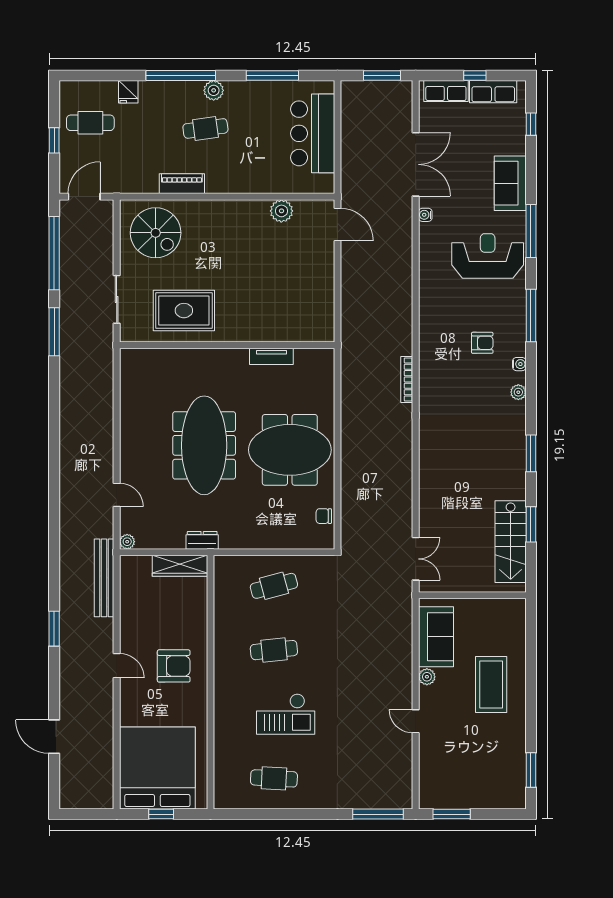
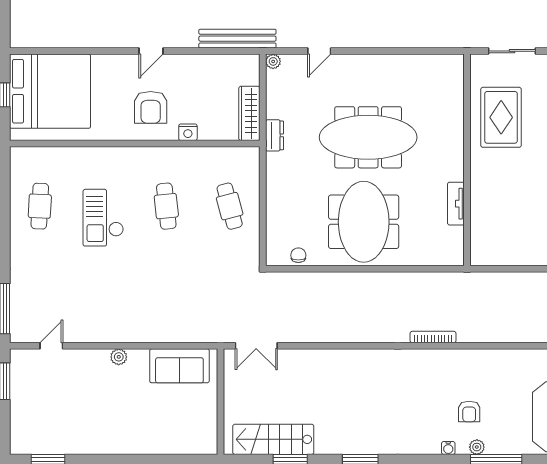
plant: (518, 392) -> (477, 447), moved
nightstand: (199, 628) -> (188, 132), added
plant: (427, 677) -> (119, 357), moved
coffee table: (491, 685) -> (132, 420), removed
door: (416, 721) -> (51, 346), moved

